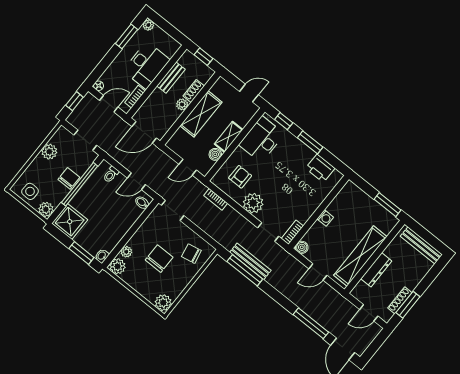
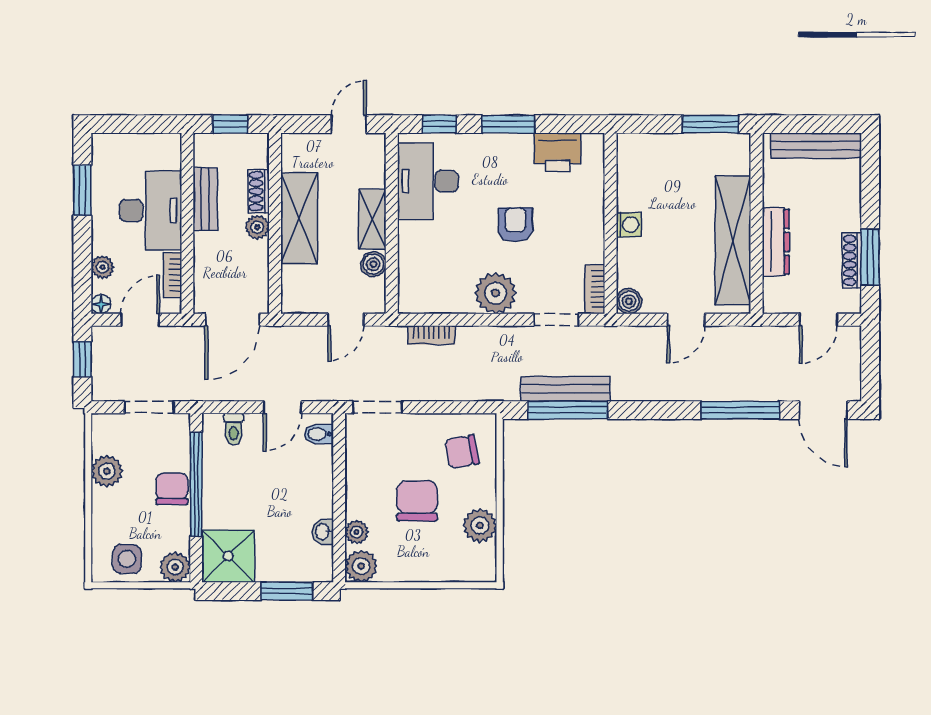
plant: (148, 25) -> (102, 267), moved
armchair: (240, 177) -> (515, 225), moved
washbasin: (102, 256) -> (323, 532), moved
plant: (163, 303) -> (480, 525), moved

